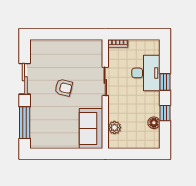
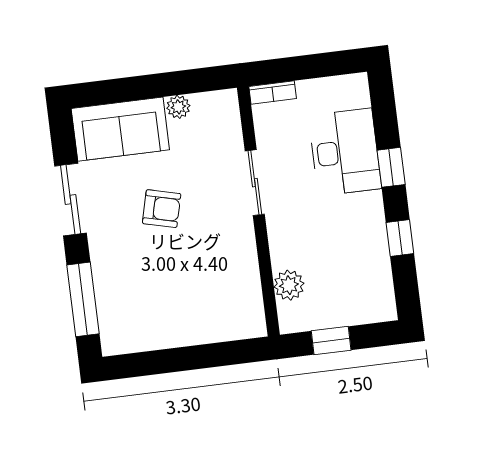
plant: (76, 45) -> (178, 107), added
floor lamp: (154, 123) -> (377, 263), removed
sofa: (91, 128) -> (120, 129), moved, turned -90
window: (130, 154) -> (331, 341), added

